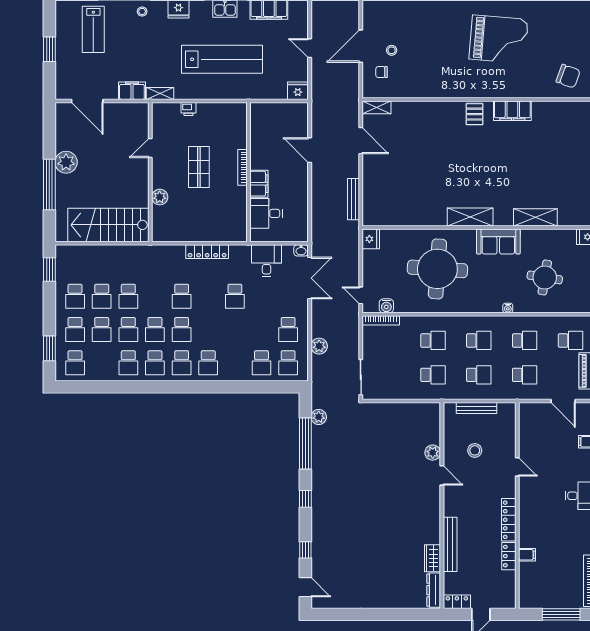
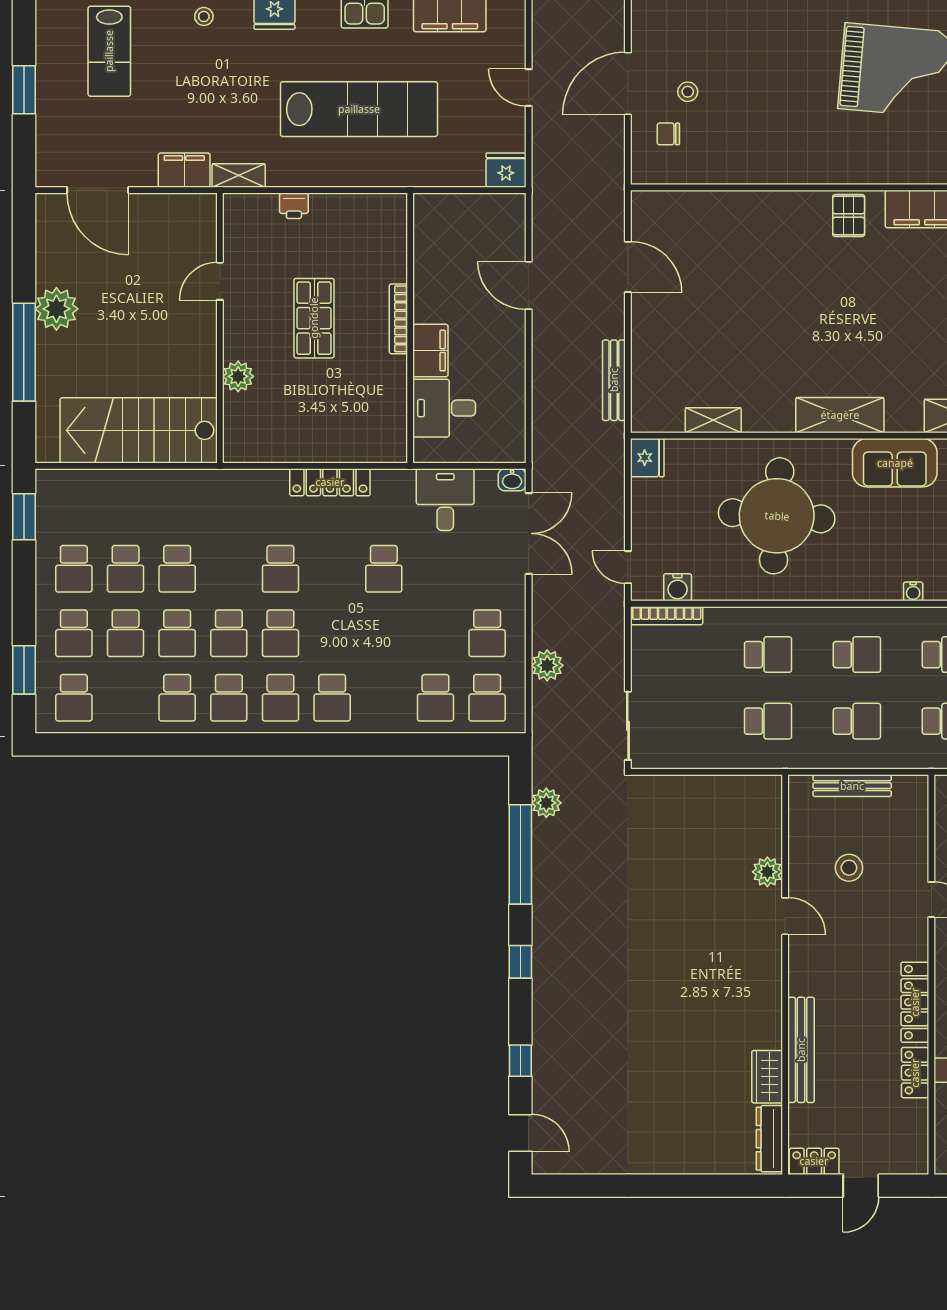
shelving: (377, 107) -> (713, 420), moved

